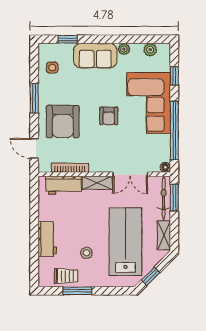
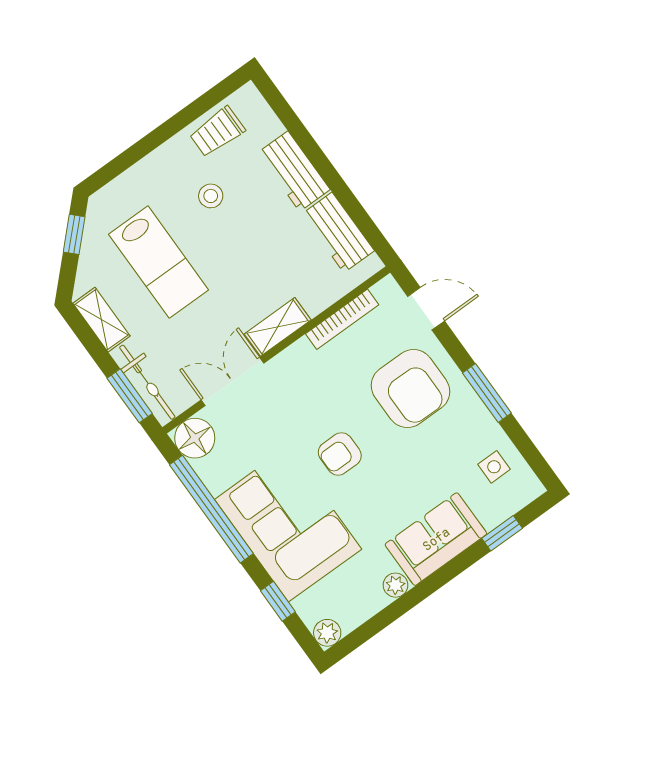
plant: (150, 50) -> (327, 633), moved
armchair: (109, 116) -> (340, 454), turned -90
armchair: (63, 122) -> (410, 389), turned 180
floor lamp: (165, 167) -> (195, 438), width x1.89, depth x1.89
workbench: (64, 185) -> (338, 232), moved, turned -90
lab bench: (125, 242) -> (159, 262), width x0.73, depth x0.72
window: (77, 291) -> (180, 121), removed

